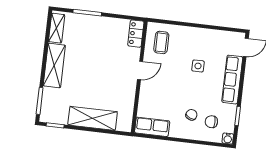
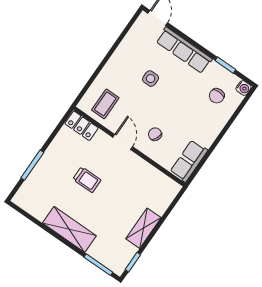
shelving: (57, 28) -> (31, 206), removed
coffee table: (161, 42) -> (105, 104), turned 90
trolley: (98, 59) -> (87, 180), added
chair: (191, 115) -> (155, 134), moved
shelving: (93, 118) -> (143, 228), width x0.67, depth x0.75

